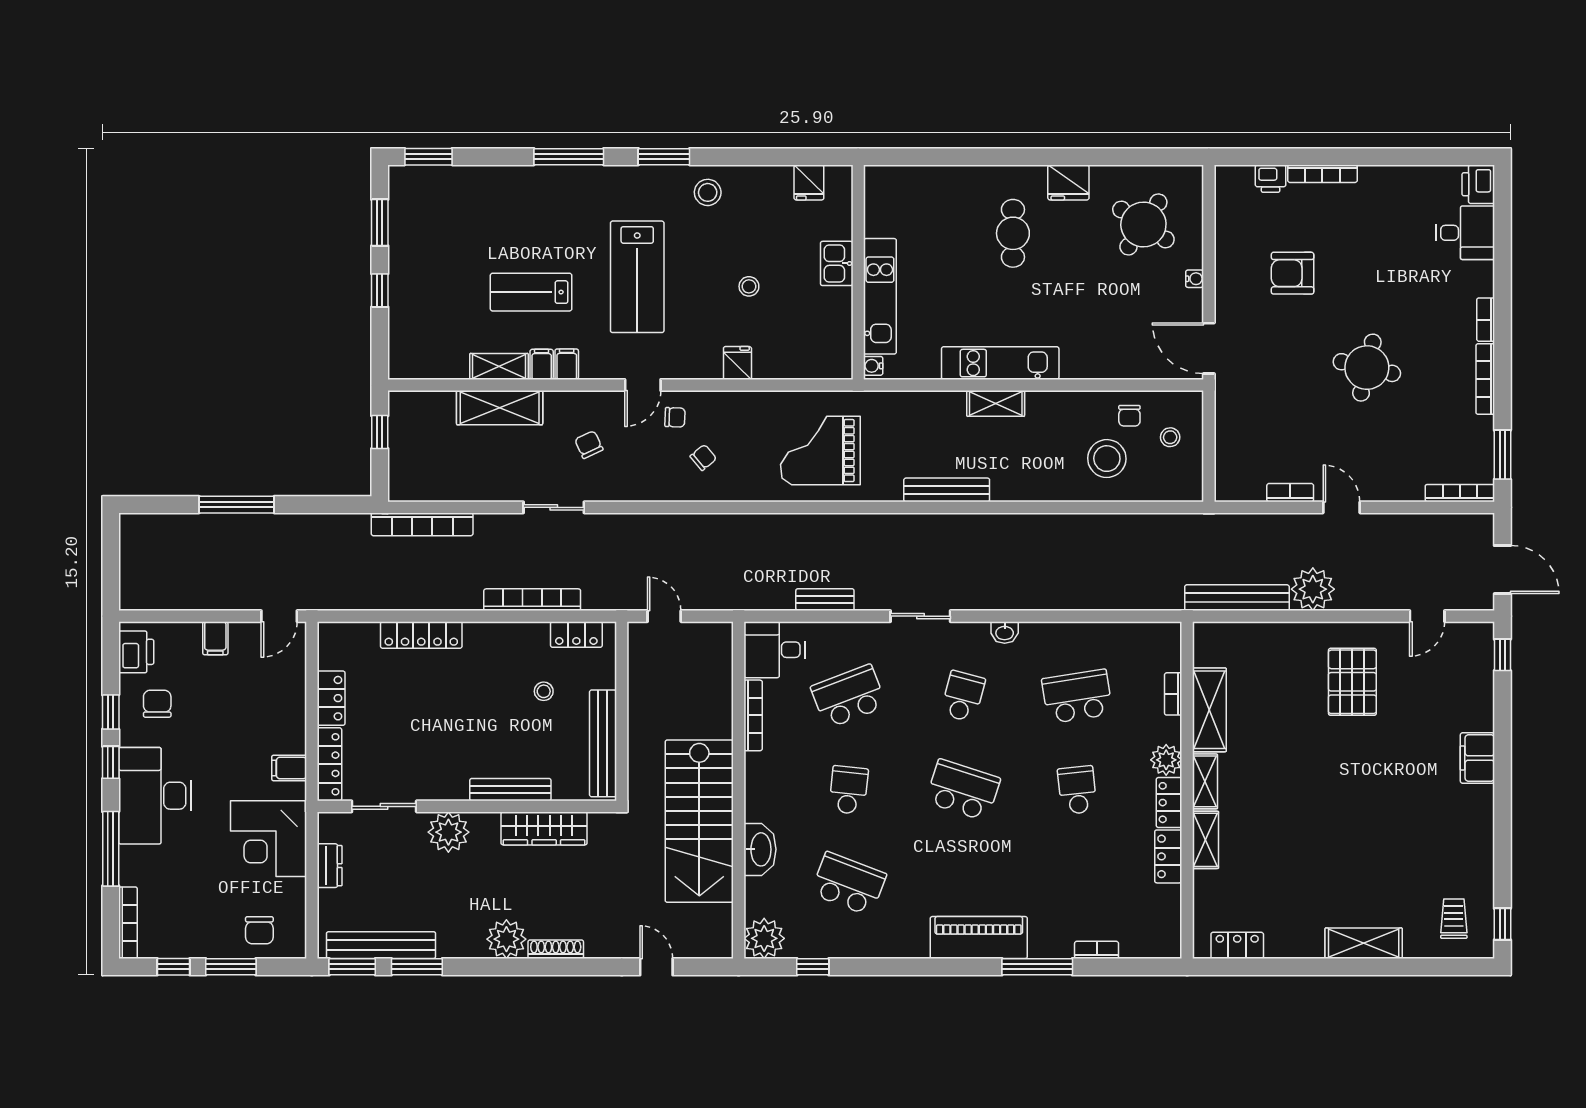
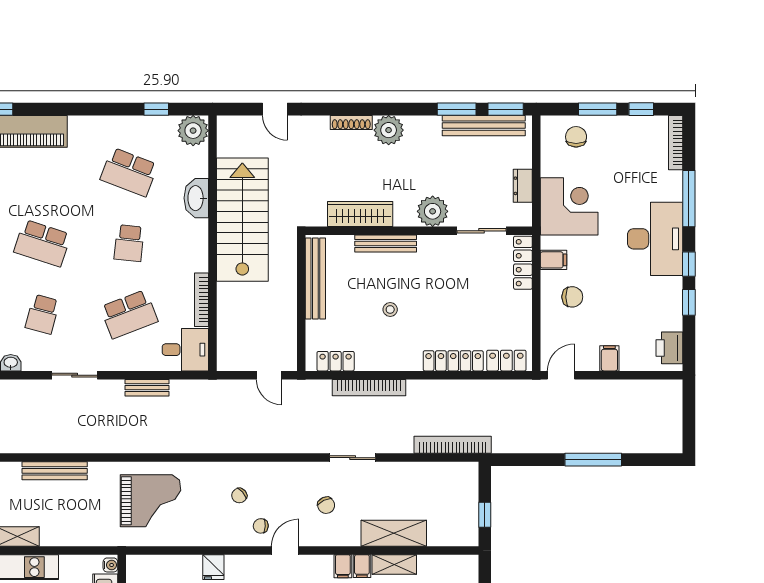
stool: (544, 691) -> (390, 309), moved
locker: (331, 698) -> (506, 361), moved, turned 90
chair: (157, 704) -> (572, 297), moved, turned -90

